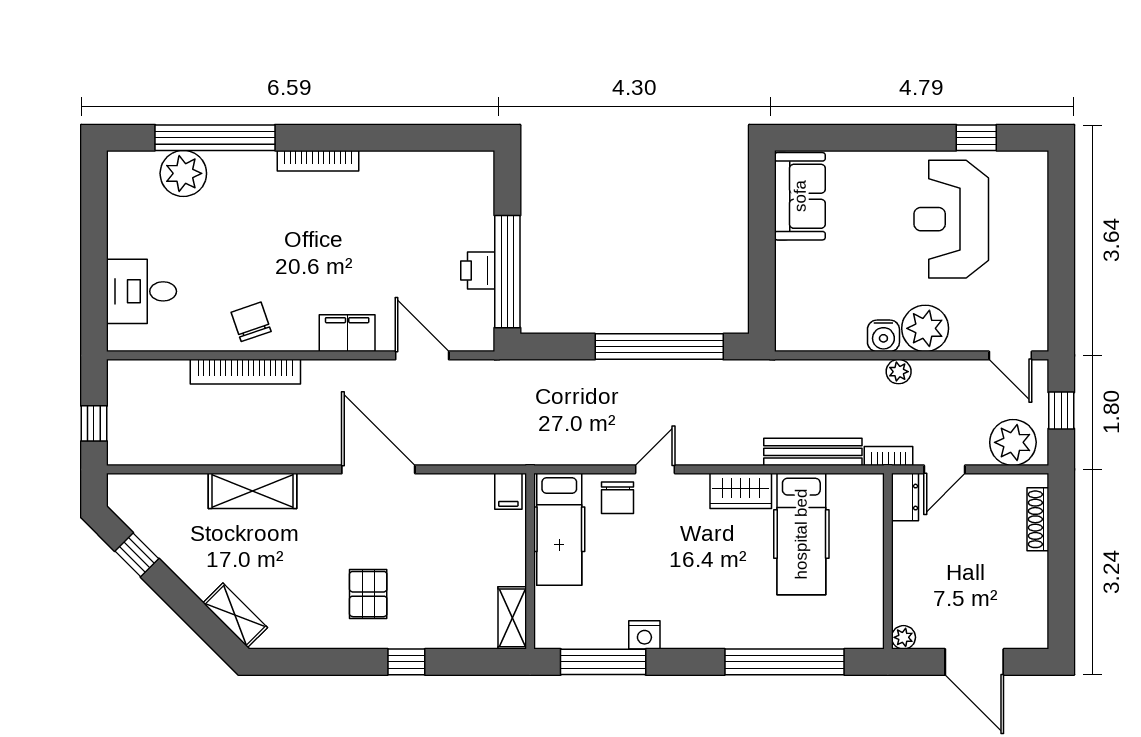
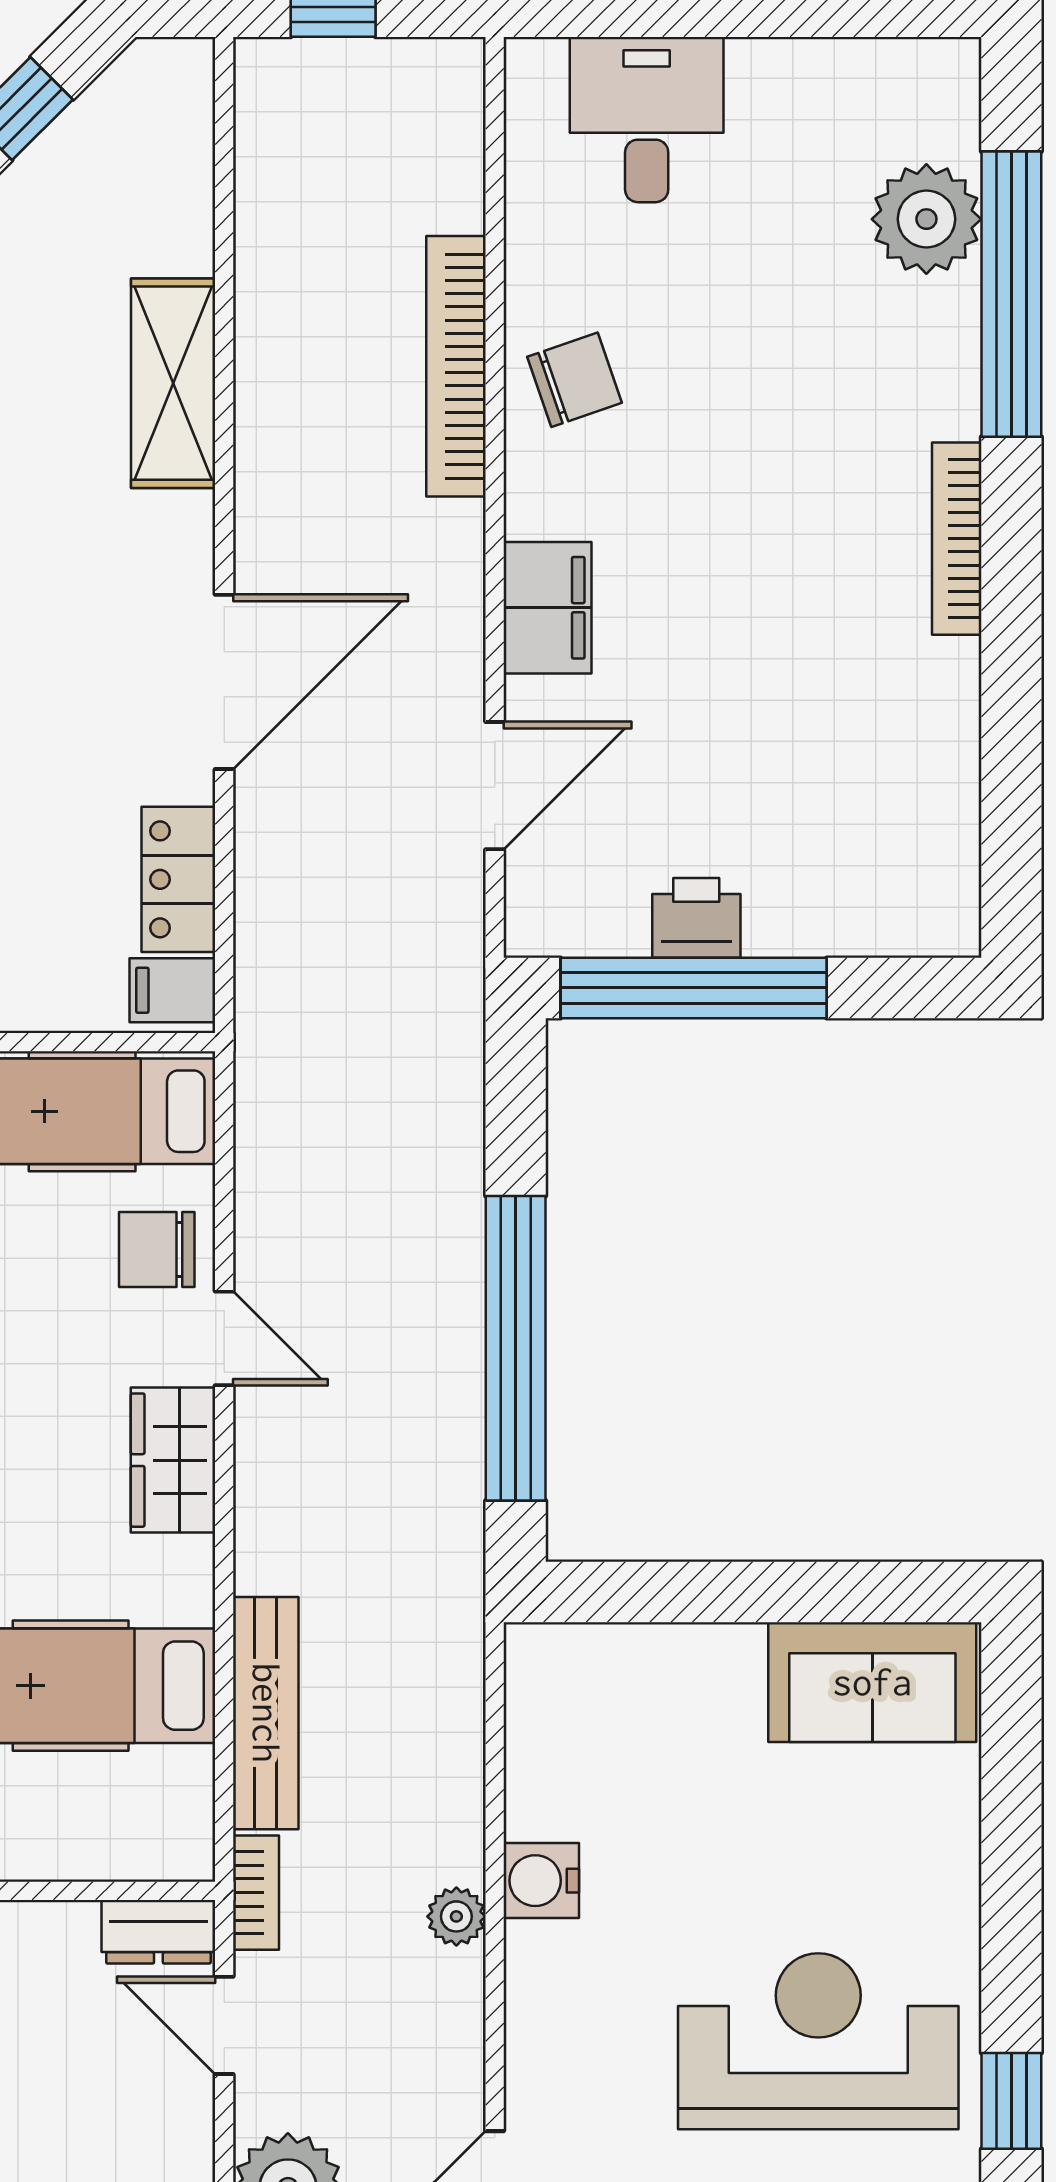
plant: (925, 328) -> (559, 1980), removed
locker: (462, 489) -> (178, 879), added
wardrobe: (741, 491) -> (173, 1460), moved

